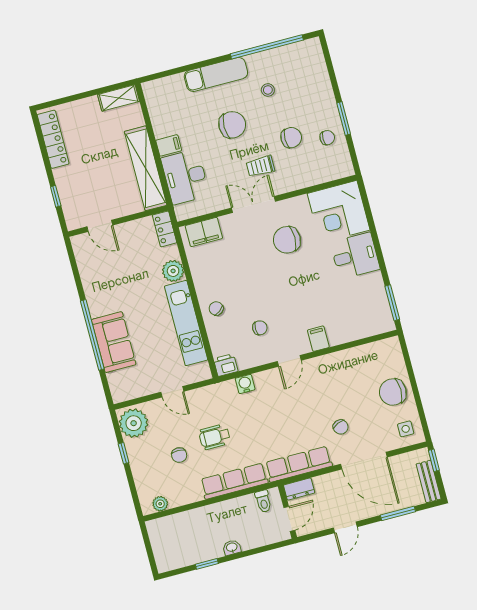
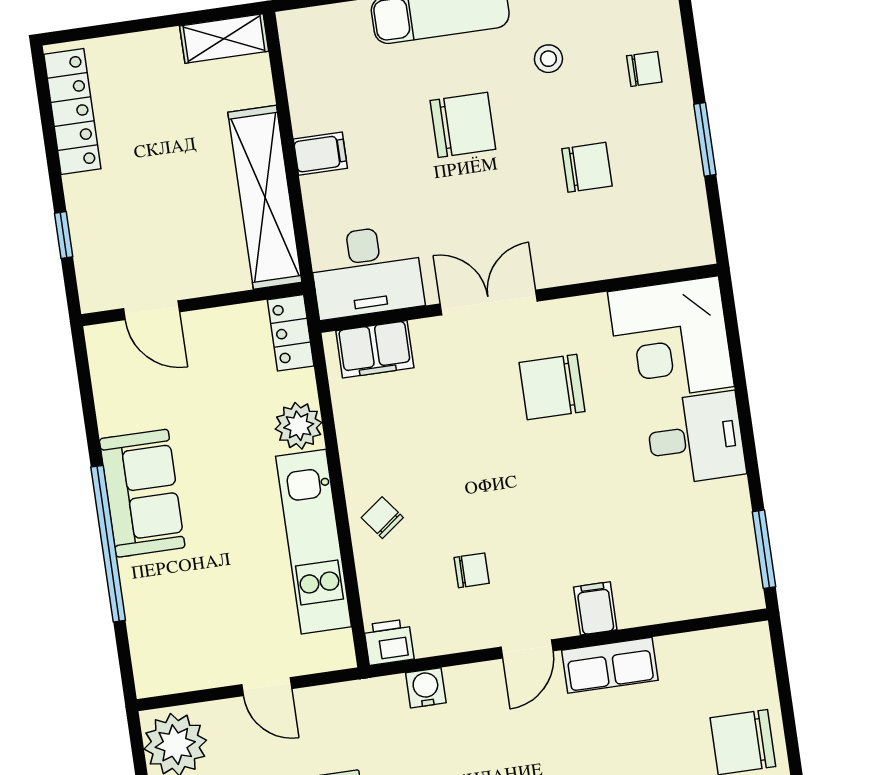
chair: (327, 138) -> (644, 69), moved
trolley: (260, 166) -> (514, 221), removed
desk: (185, 177) -> (367, 272), moved, turned -90
sofa: (114, 342) -> (142, 493), moved
row of seats: (328, 364) -> (610, 665), added

